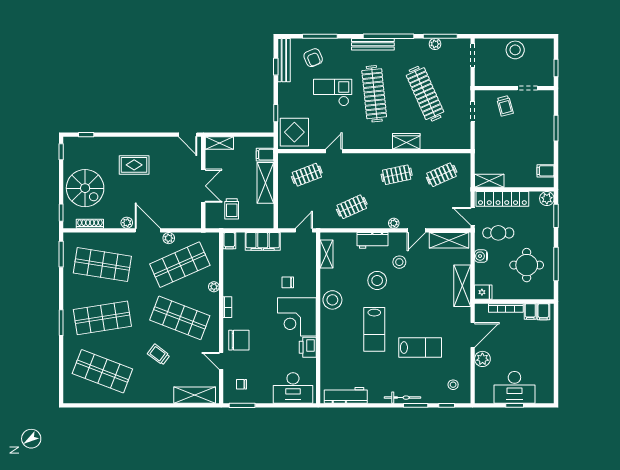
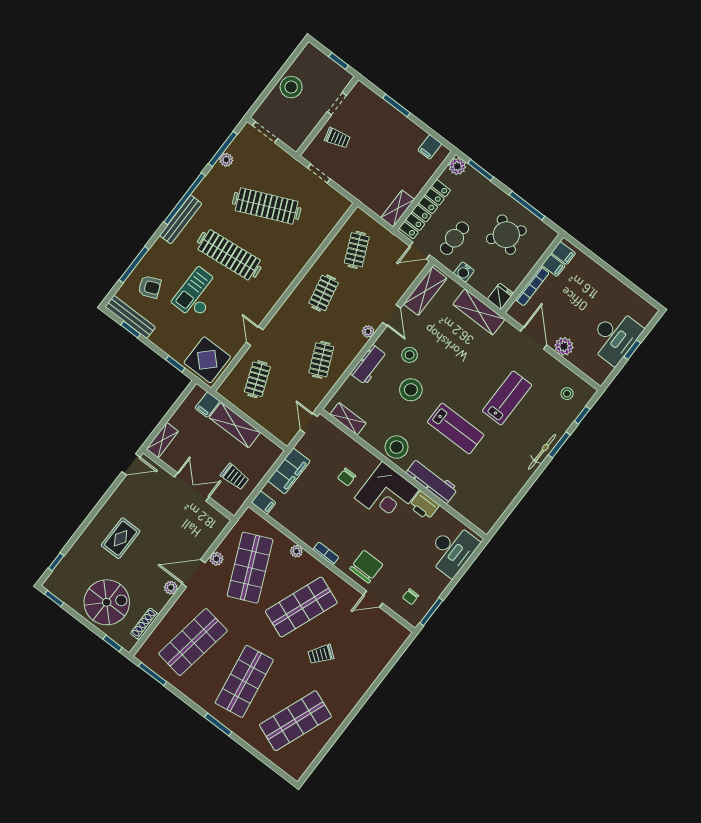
wardrobe: (406, 141) -> (298, 259), removed
round table: (527, 265) -> (506, 235), turned 37
shelving: (195, 395) -> (386, 650), removed
workbench: (346, 395) -> (432, 481), moved, turned 90

